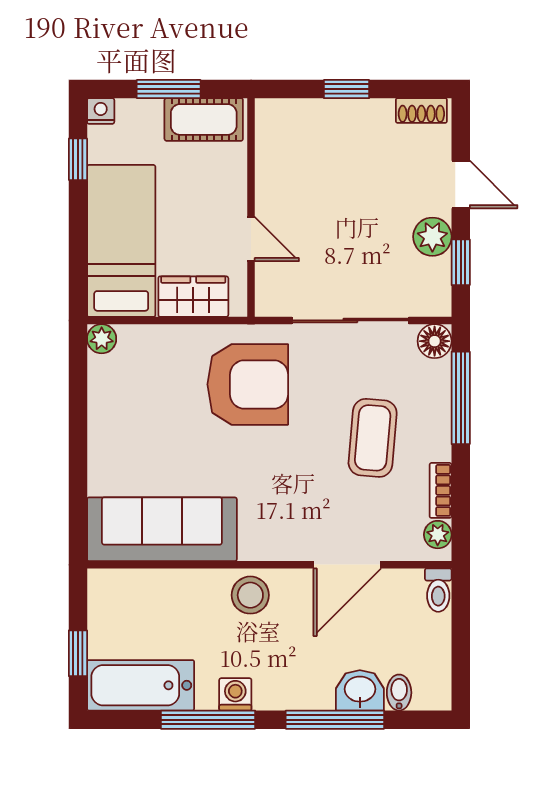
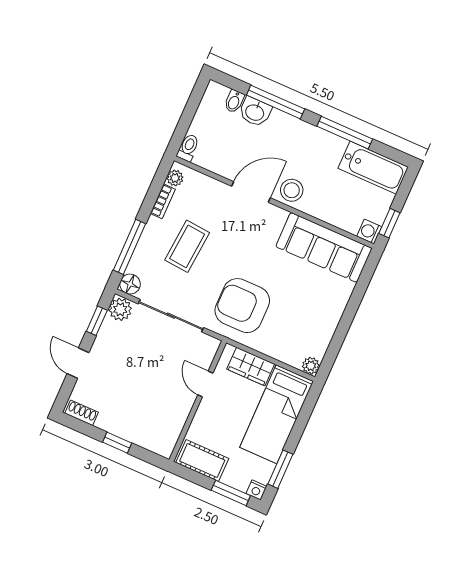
window: (169, 89) -> (231, 493), moved
window: (78, 159) -> (280, 469), width x1.50
plant: (432, 237) -> (120, 309), moved
door: (347, 565) -> (251, 192), moved
window: (78, 653) -> (389, 223), moved
washing machine: (235, 694) -> (369, 231), moved, turned 90

